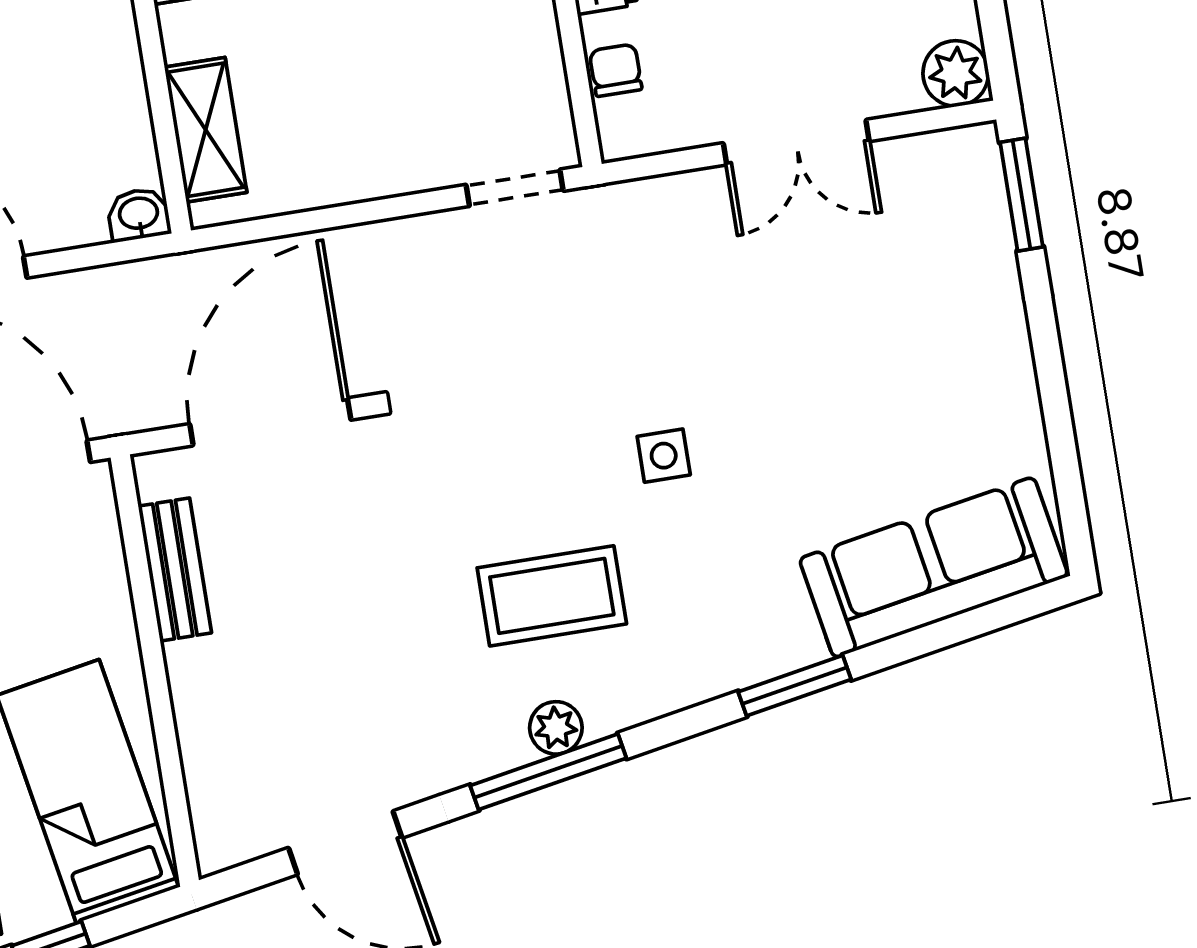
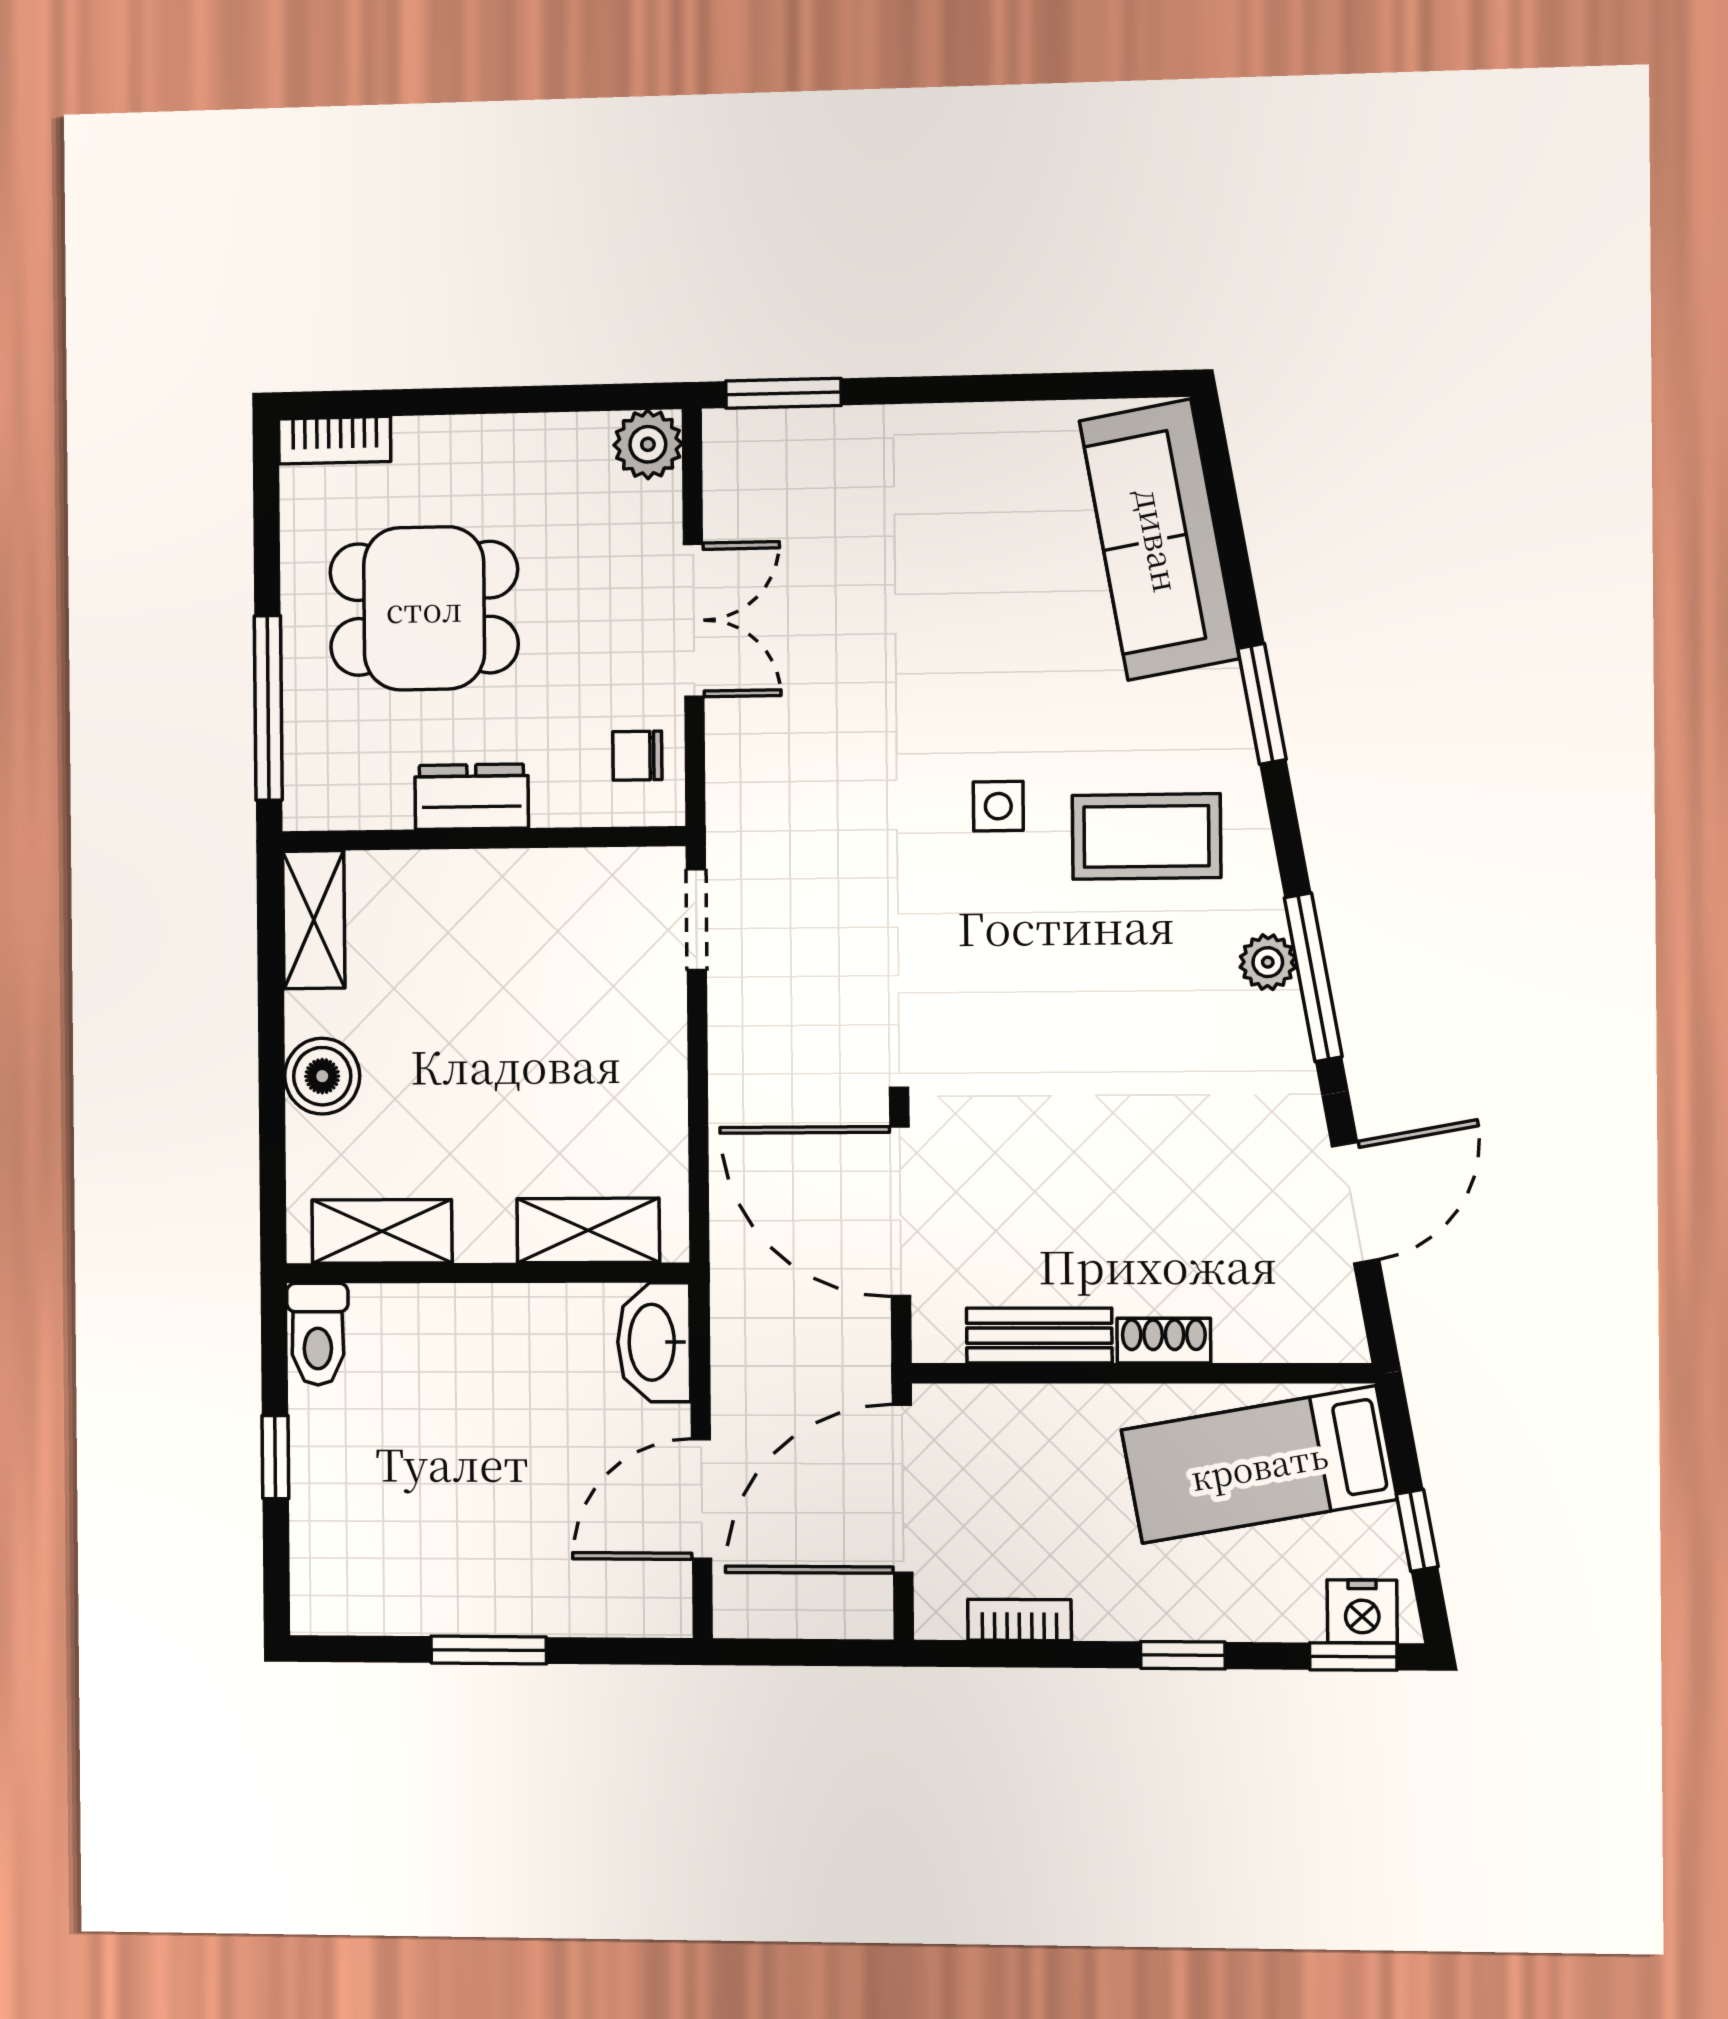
chair: (616, 70) -> (637, 756), moved
washbasin: (139, 215) -> (654, 1342), width x1.91, depth x1.45
coffee table: (552, 596) -> (1146, 836), moved, turned 90
shoe rack: (189, 686) -> (1164, 1341), added

